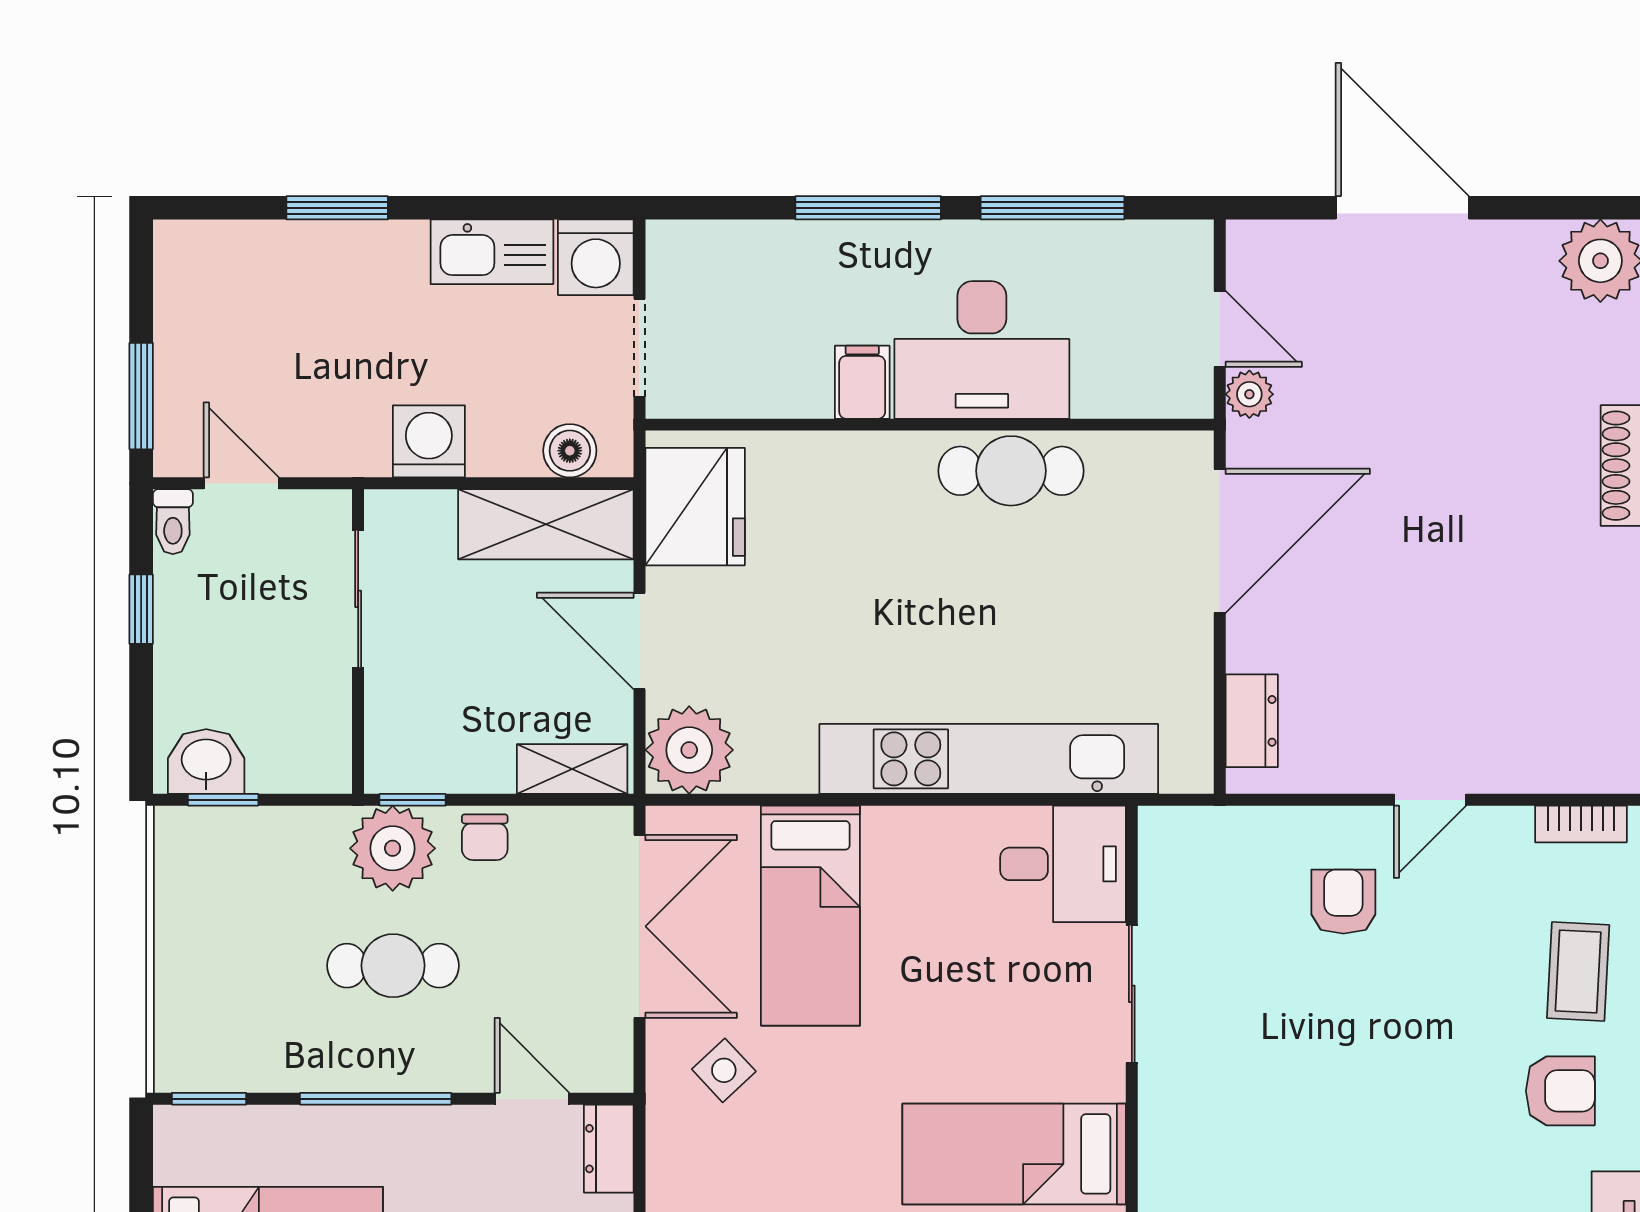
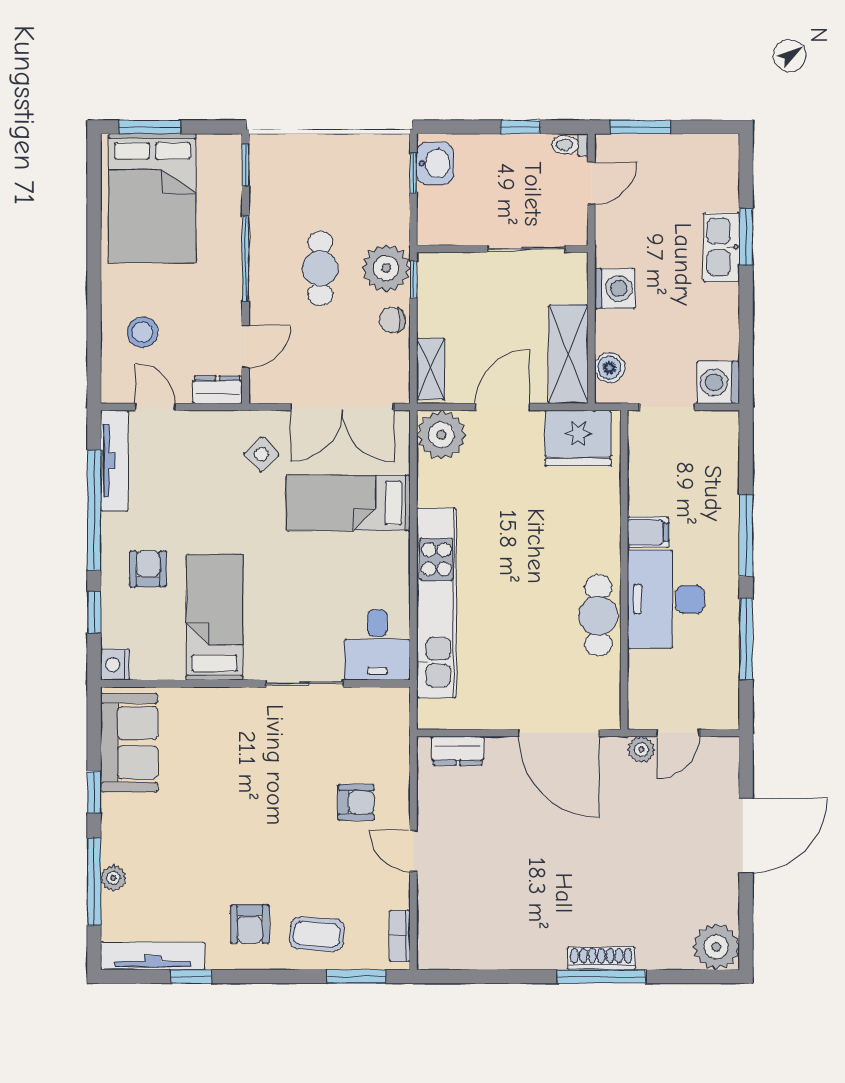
kitchen sink: (492, 252) -> (721, 247), moved

